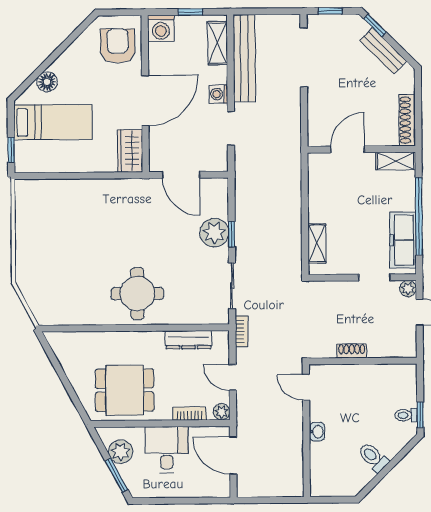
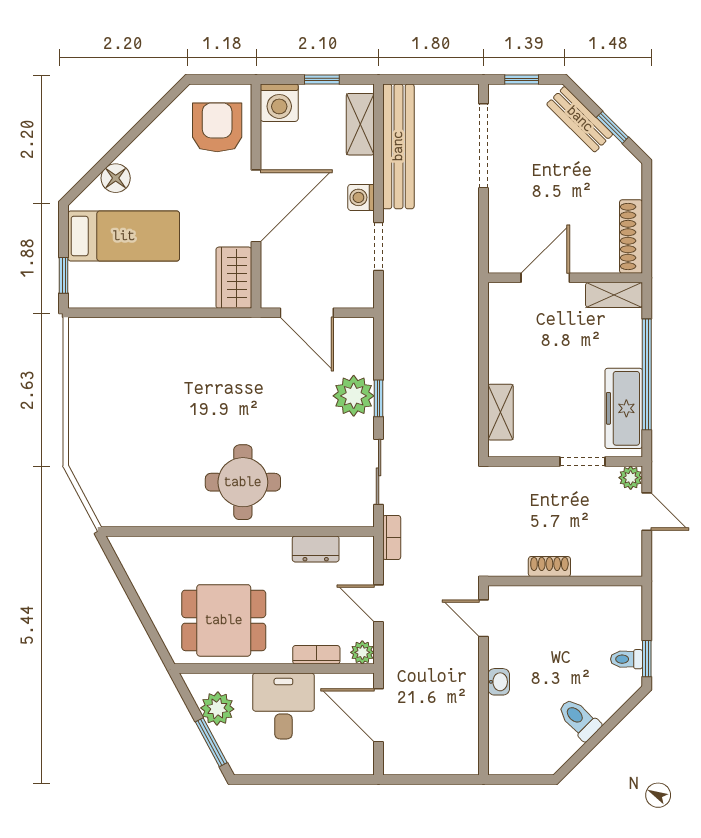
window: (375, 25) -> (612, 127), moved
bench: (383, 51) -> (580, 119), moved
dresser: (188, 340) -> (316, 549), width x0.70

